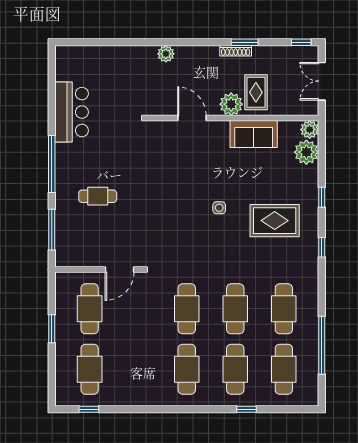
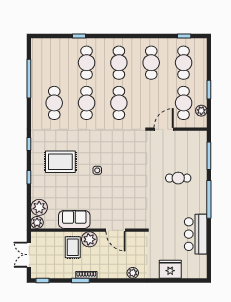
fridge: (110, 59) -> (170, 269), added
double door: (322, 81) -> (29, 255), swing flipped
plant: (63, 297) -> (201, 111), added
cafe table: (284, 369) -> (151, 63), moved

